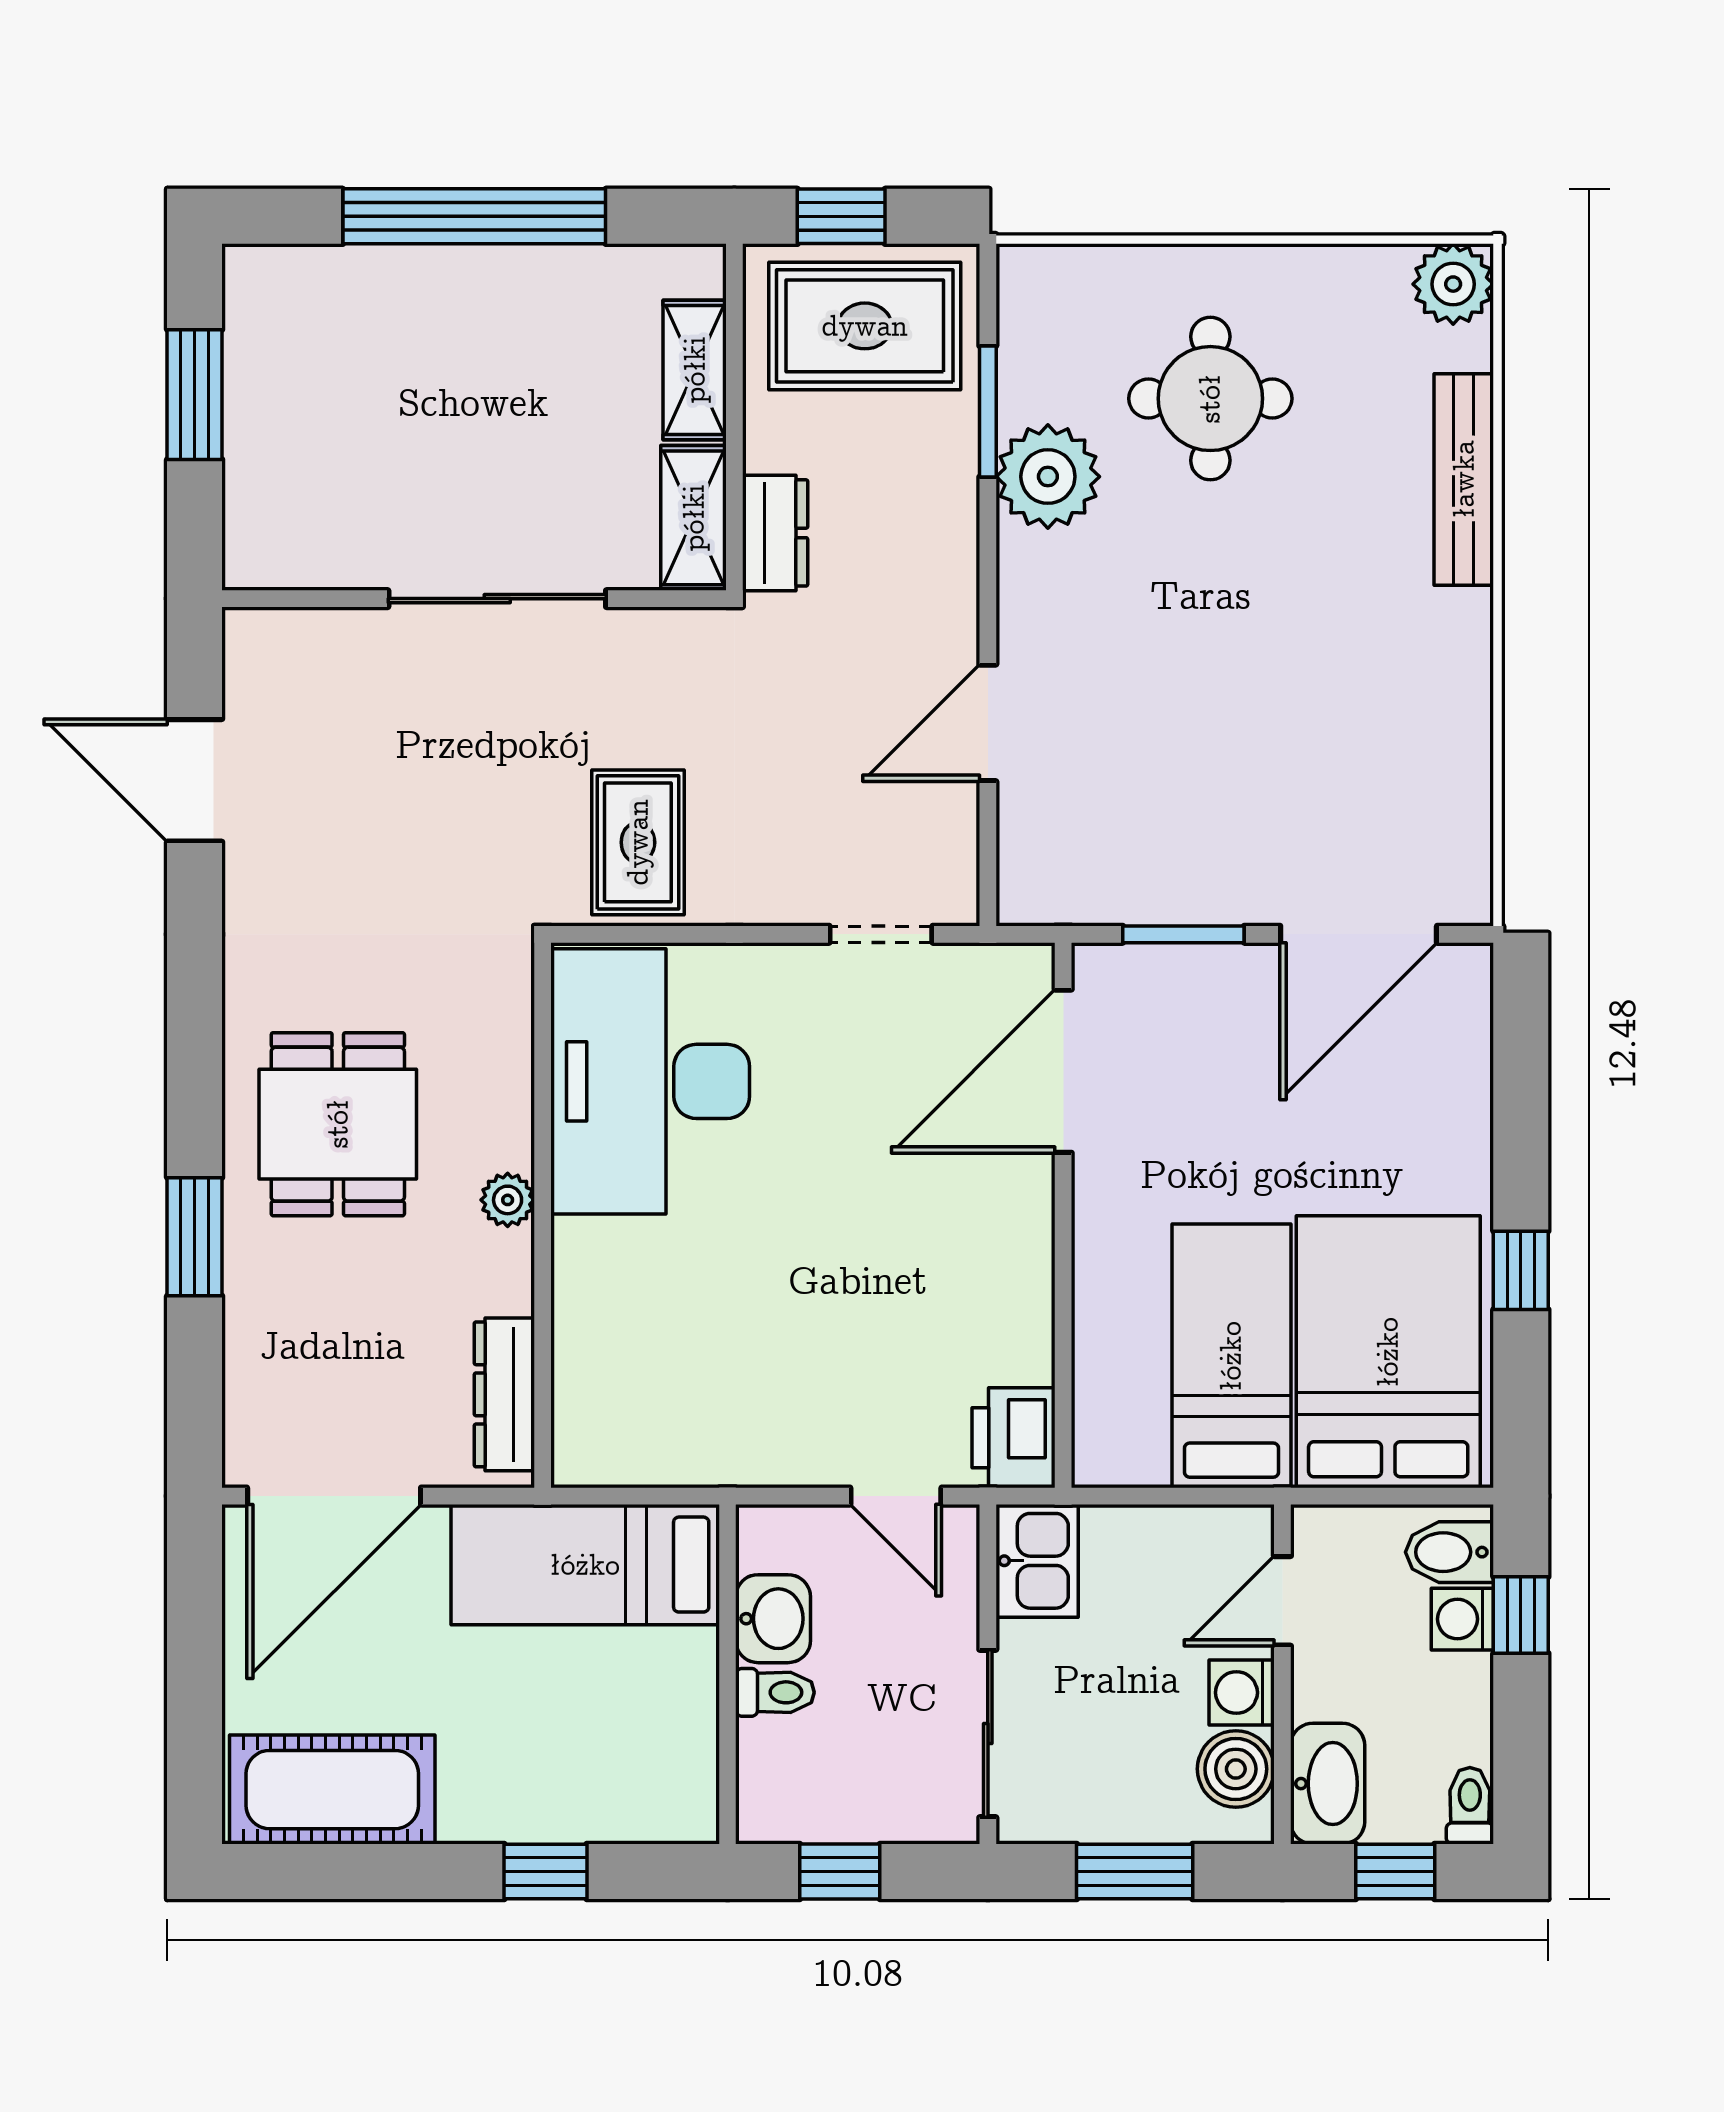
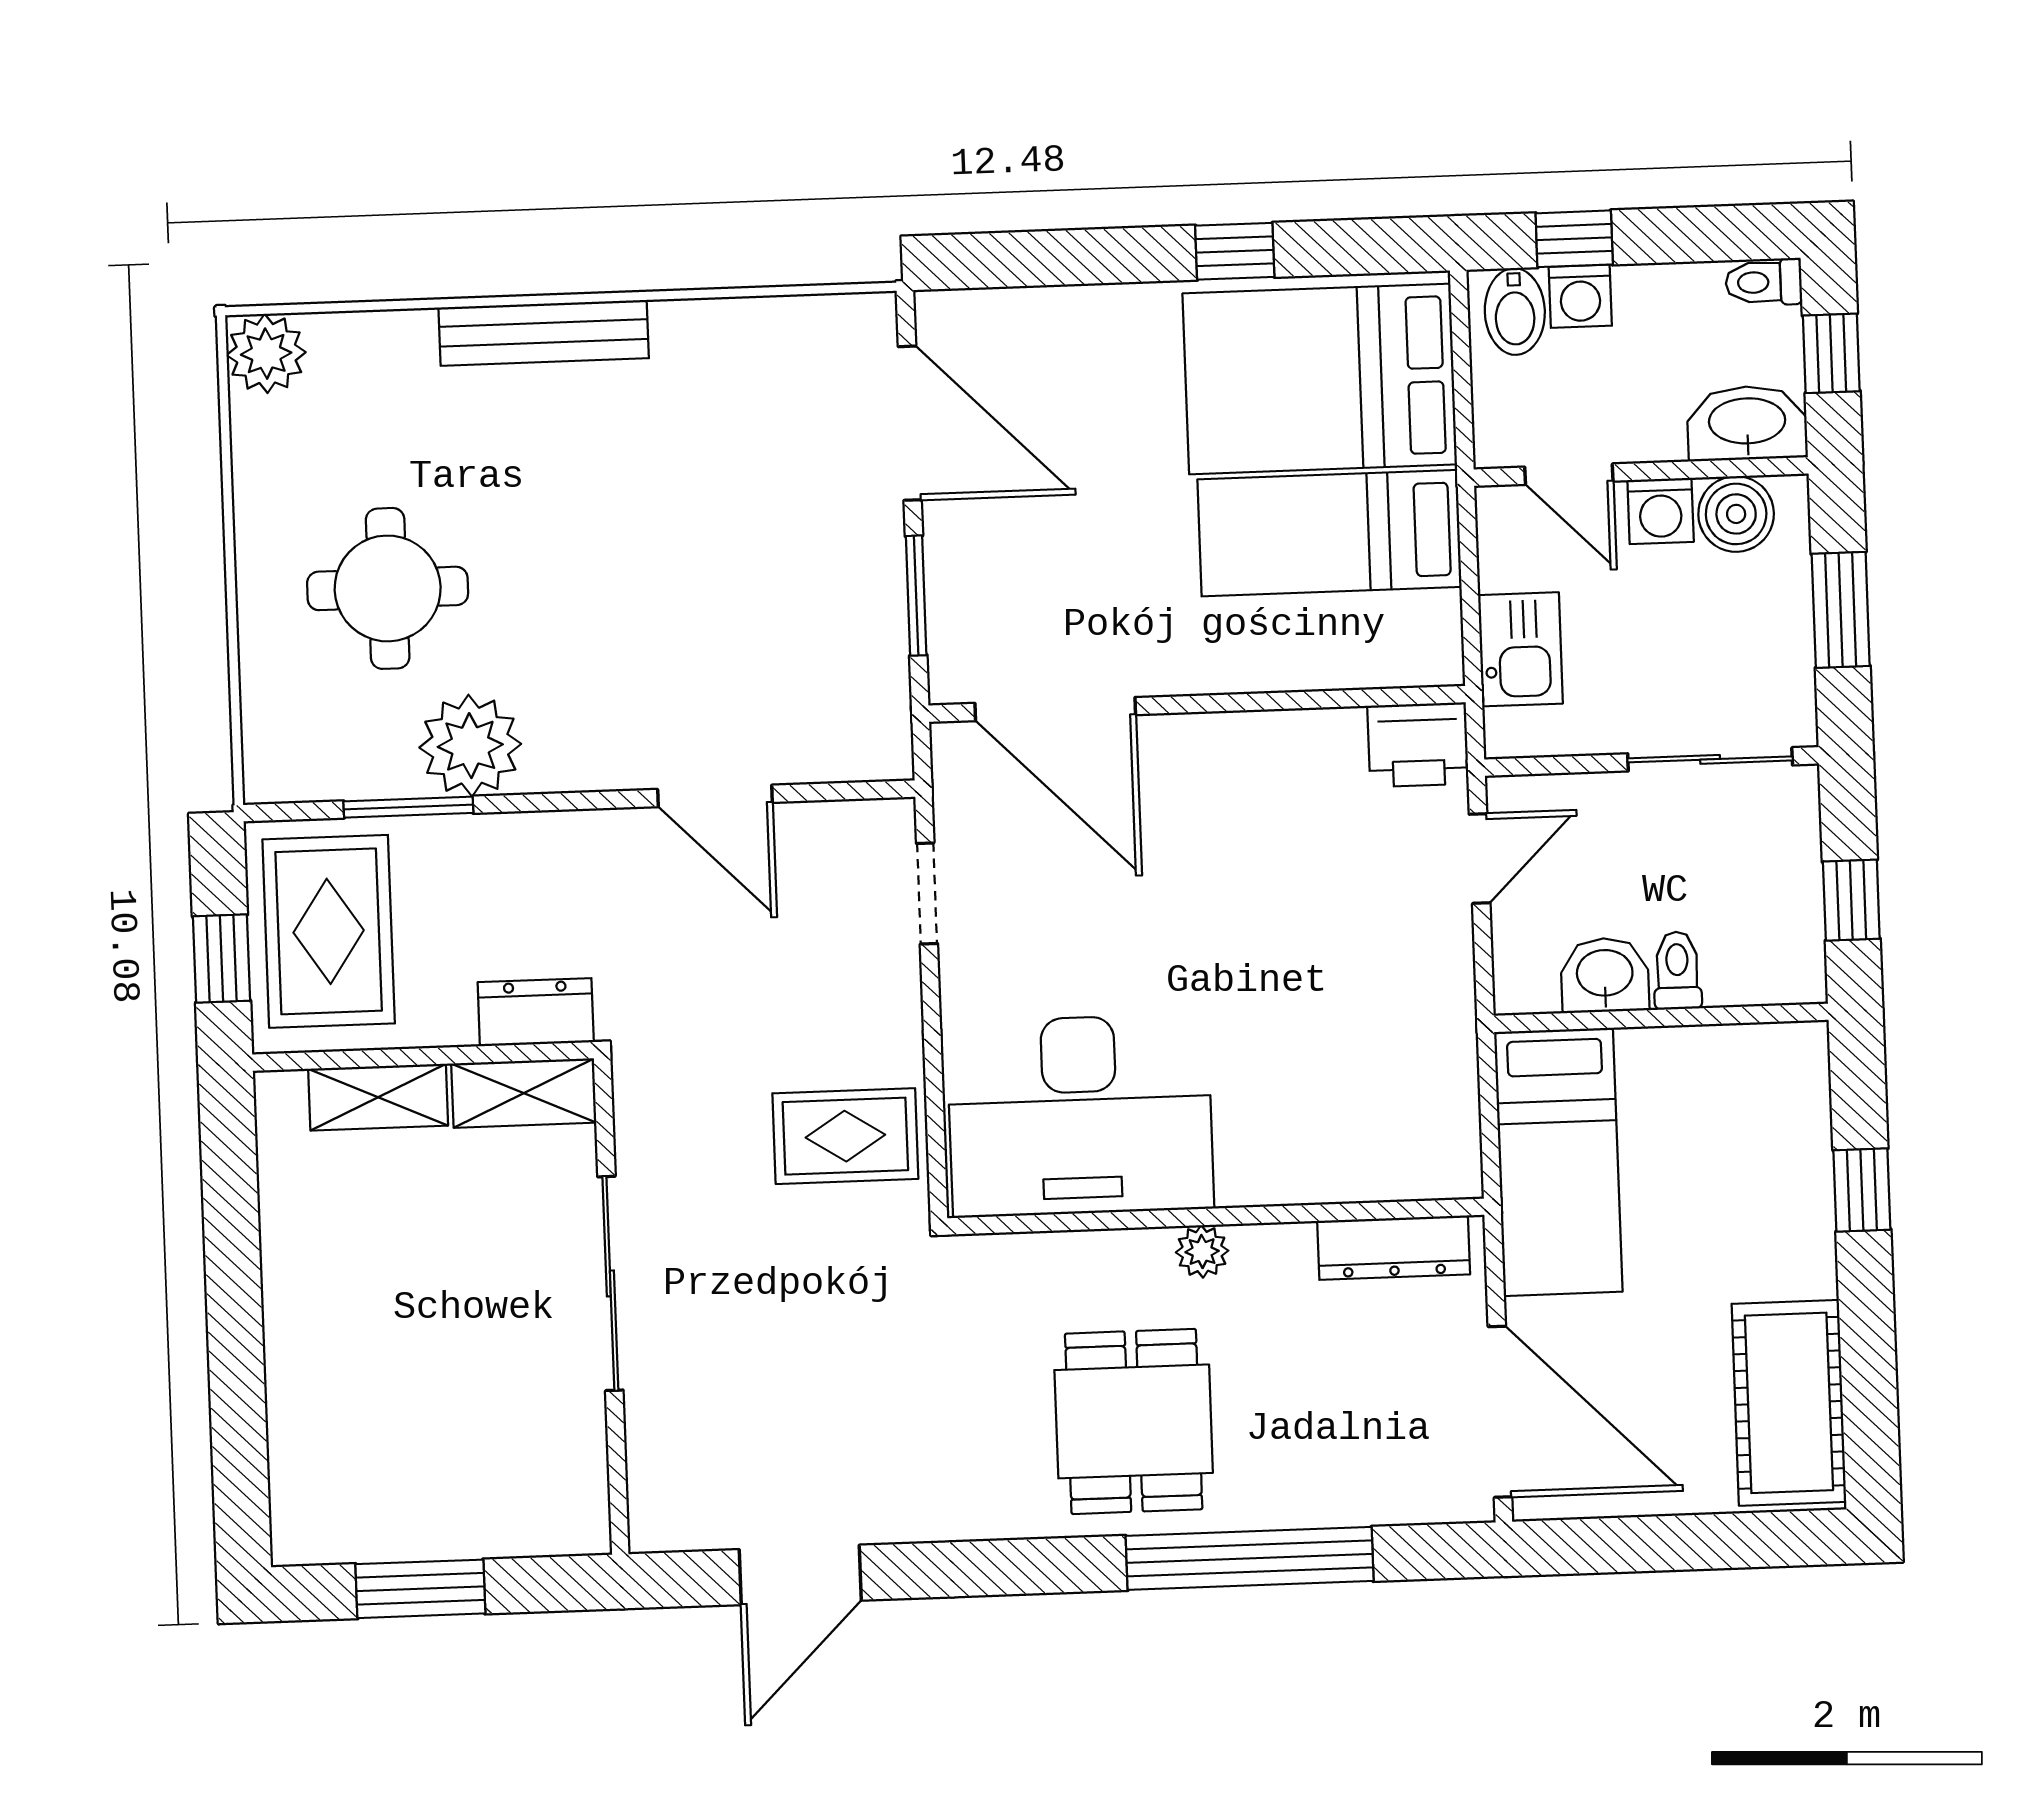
window: (474, 216) -> (235, 1320), removed
bench: (1464, 479) -> (544, 333), moved
dining table: (338, 1124) -> (1134, 1421), turned 90
window: (195, 1237) -> (1250, 1558), width x2.11
kitchen sink: (1037, 1561) -> (1520, 649), moved, turned 90

